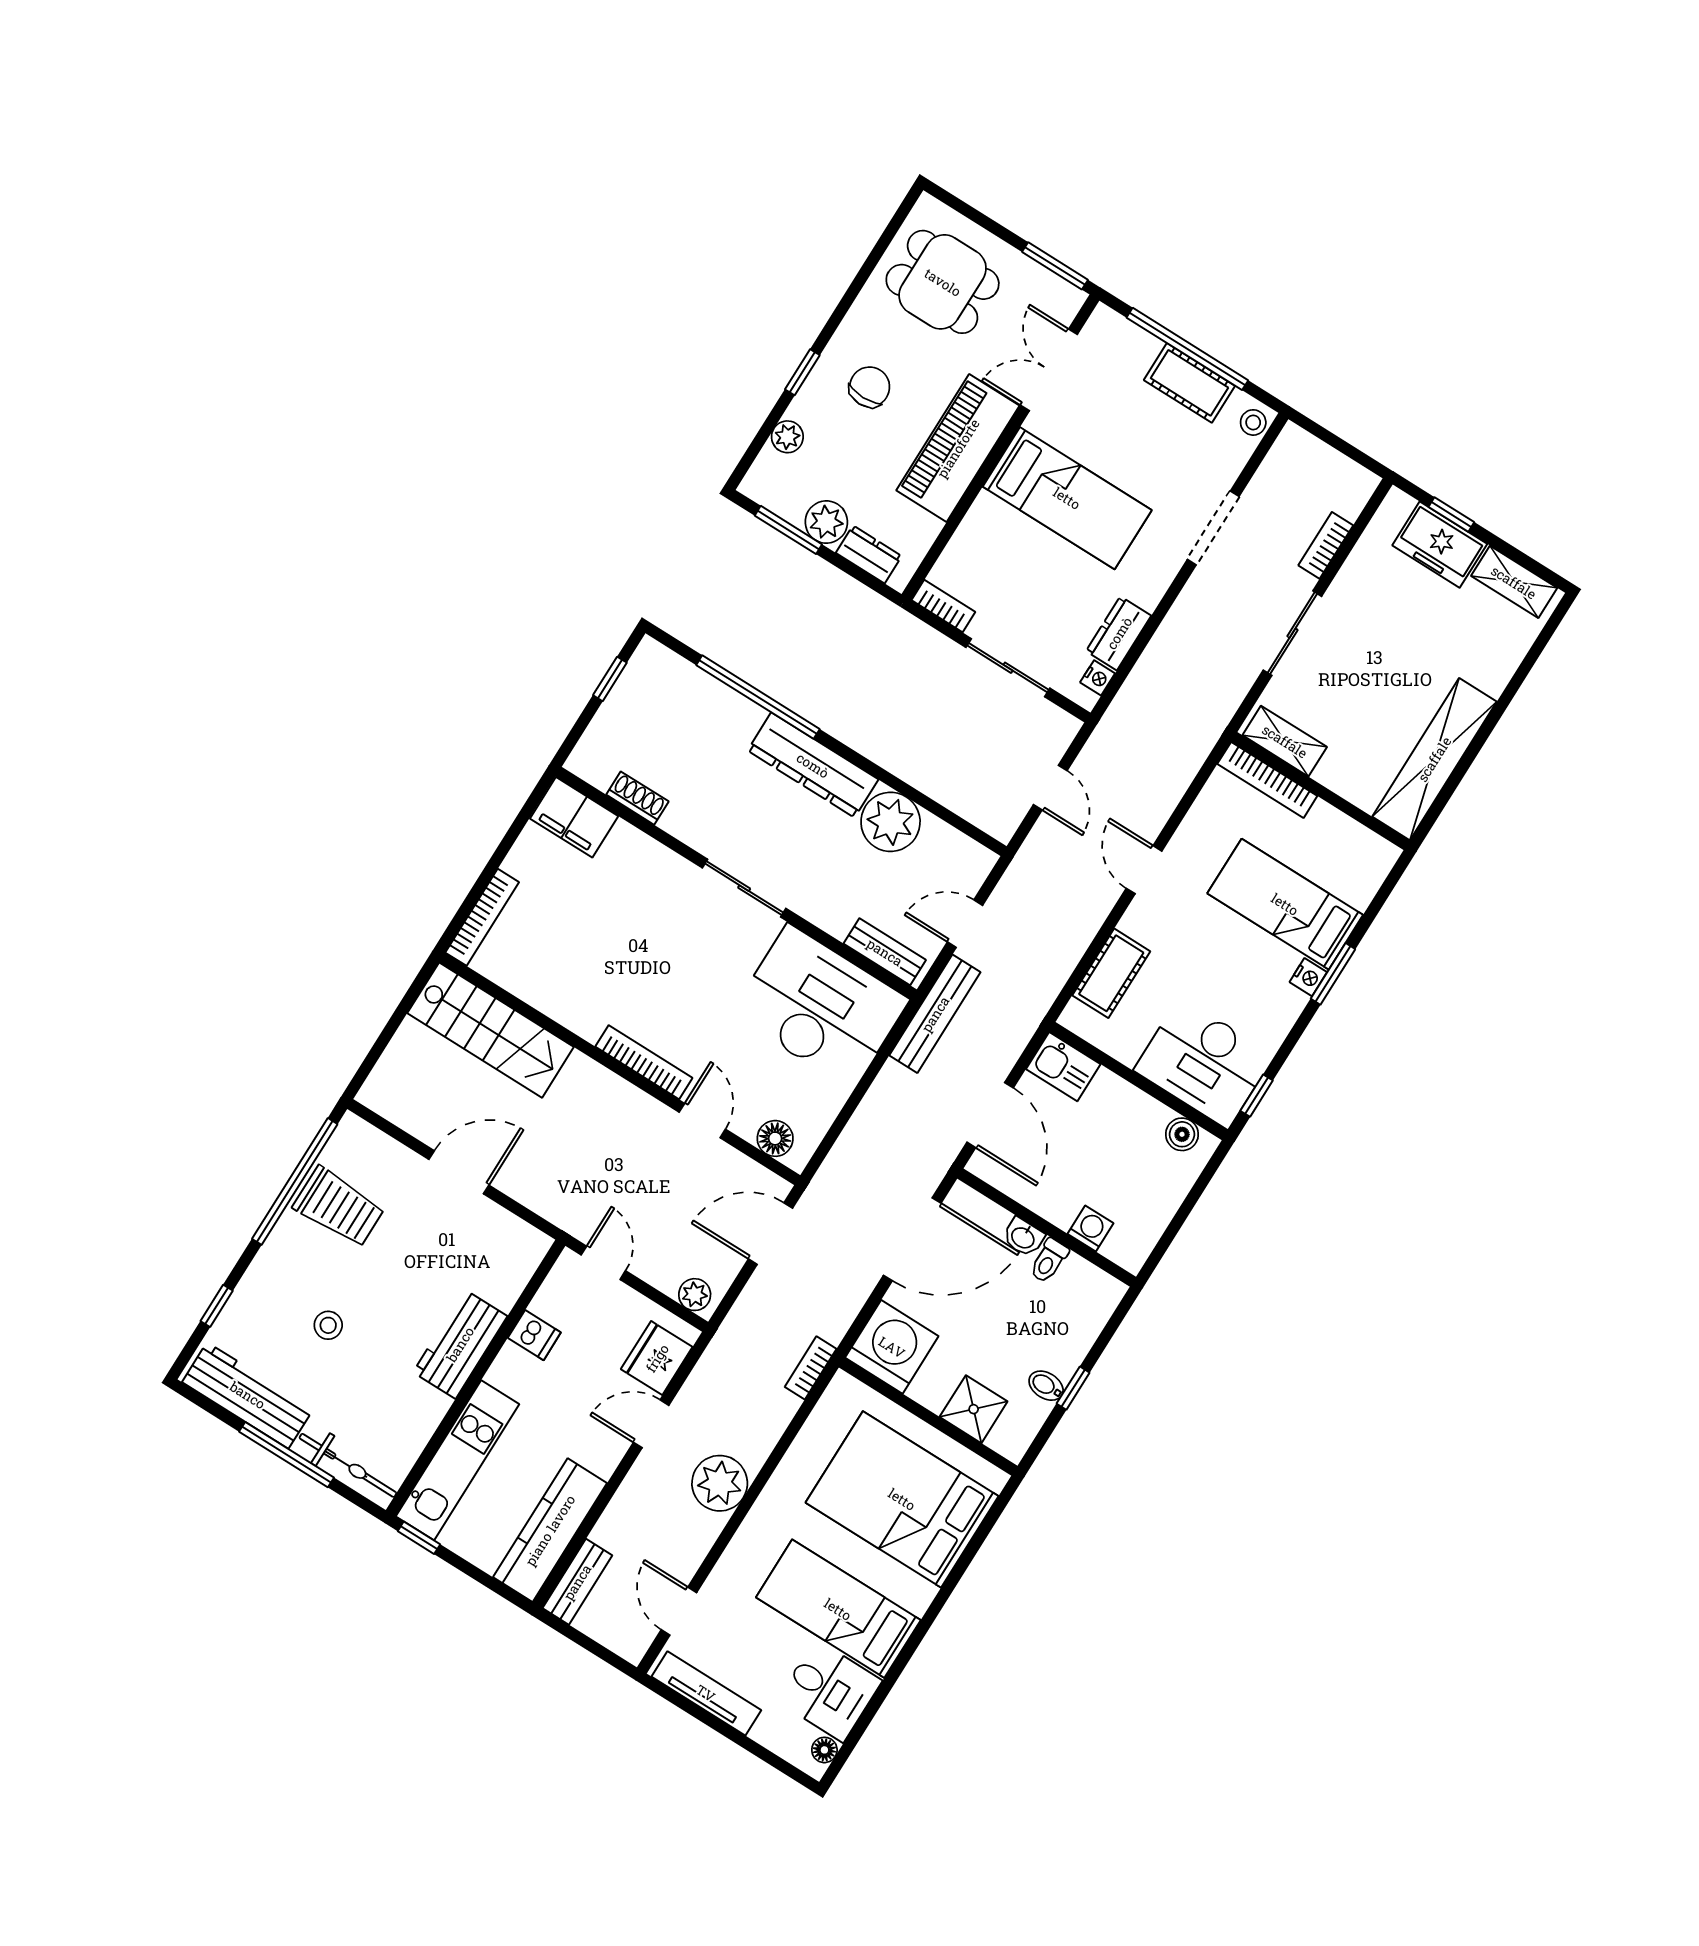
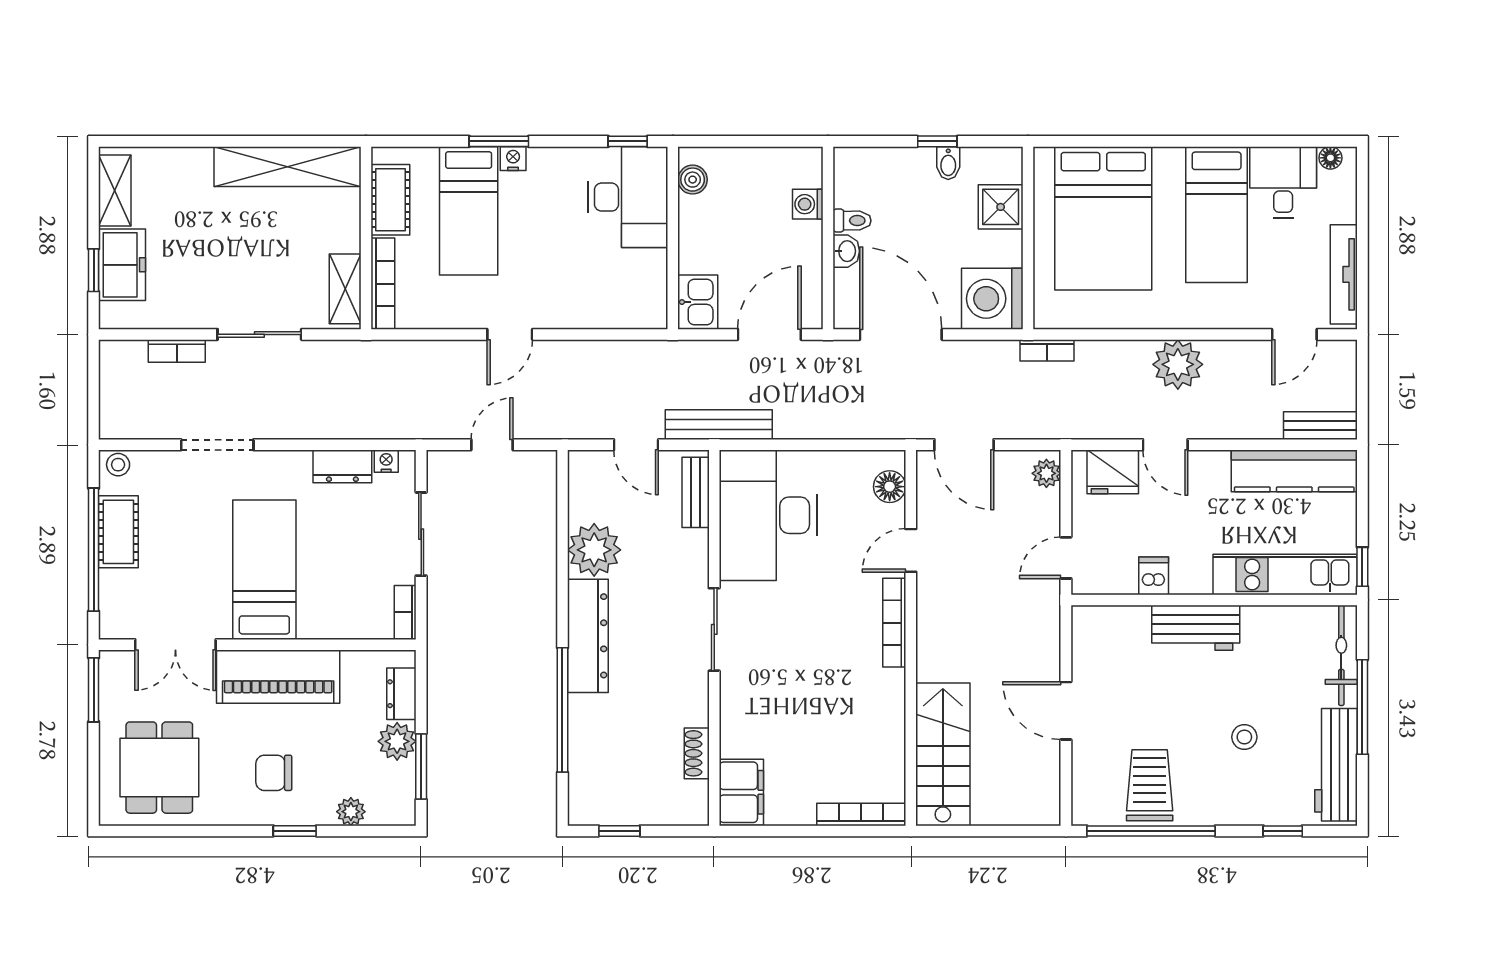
cot: (1111, 973) -> (390, 200), moved, turned 90

